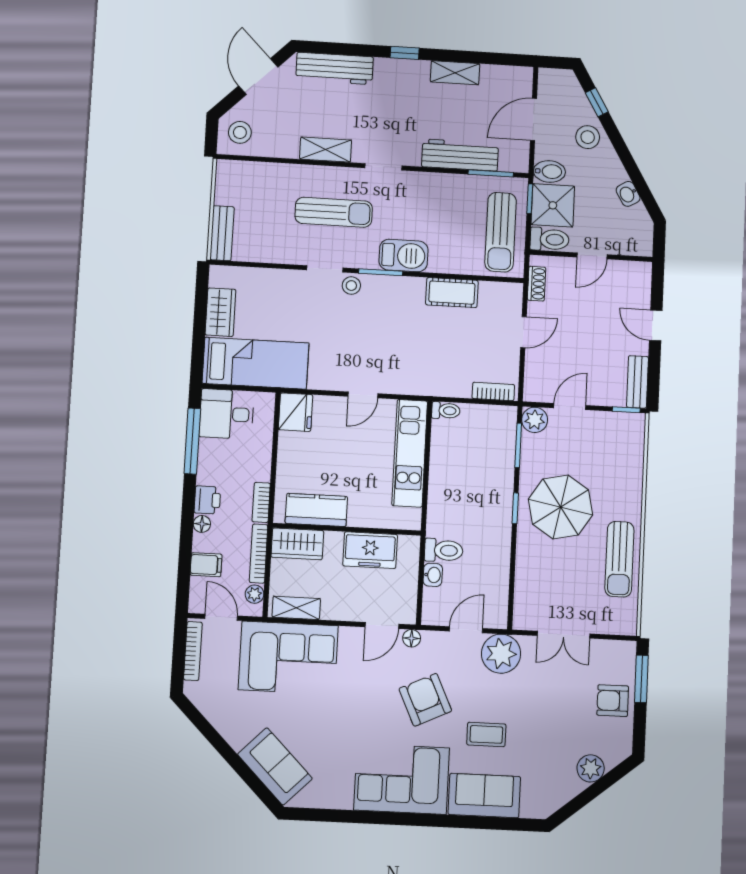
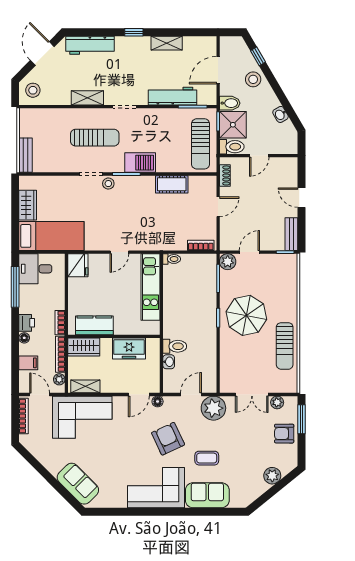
plant: (604, 650) -> (277, 402), added

